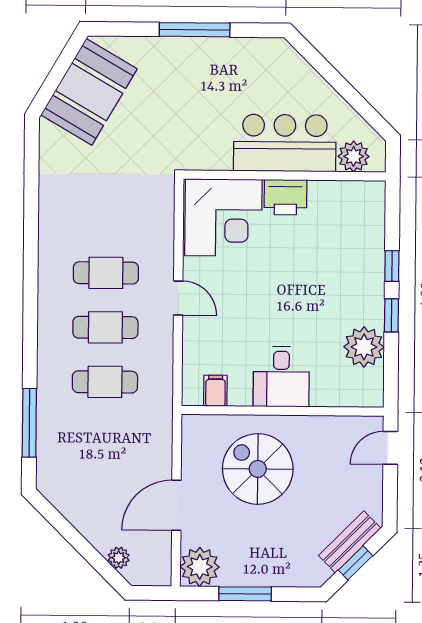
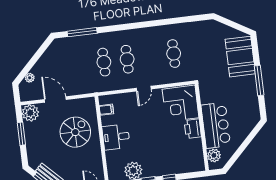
booth: (89, 92) -> (240, 57), moved, turned 60
cafe table: (106, 273) -> (174, 54), moved

